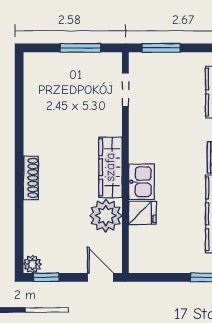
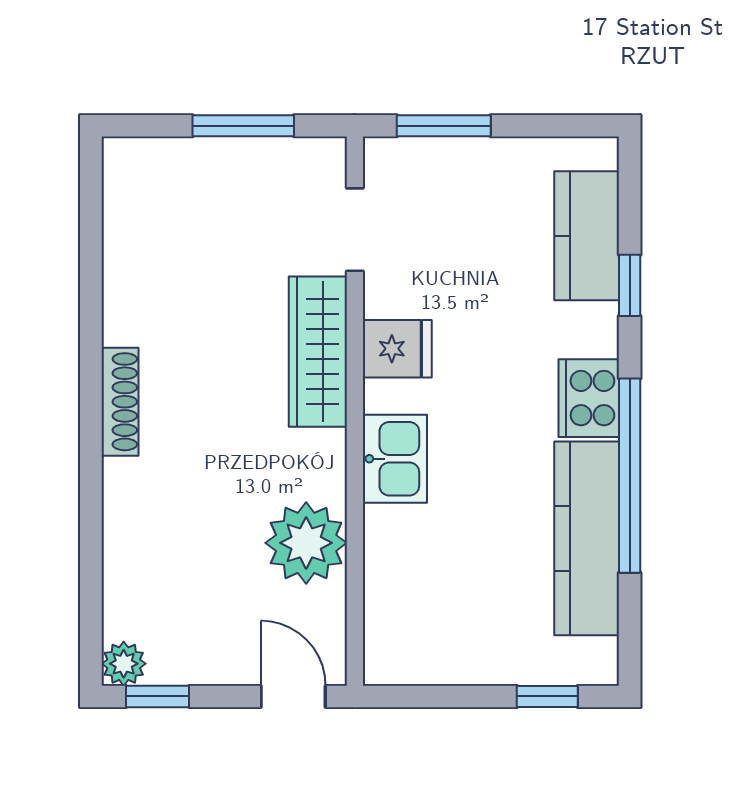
wardrobe: (110, 167) -> (318, 352), moved
shoe rack: (31, 178) -> (120, 402), moved
fridge: (142, 213) -> (397, 349), moved

